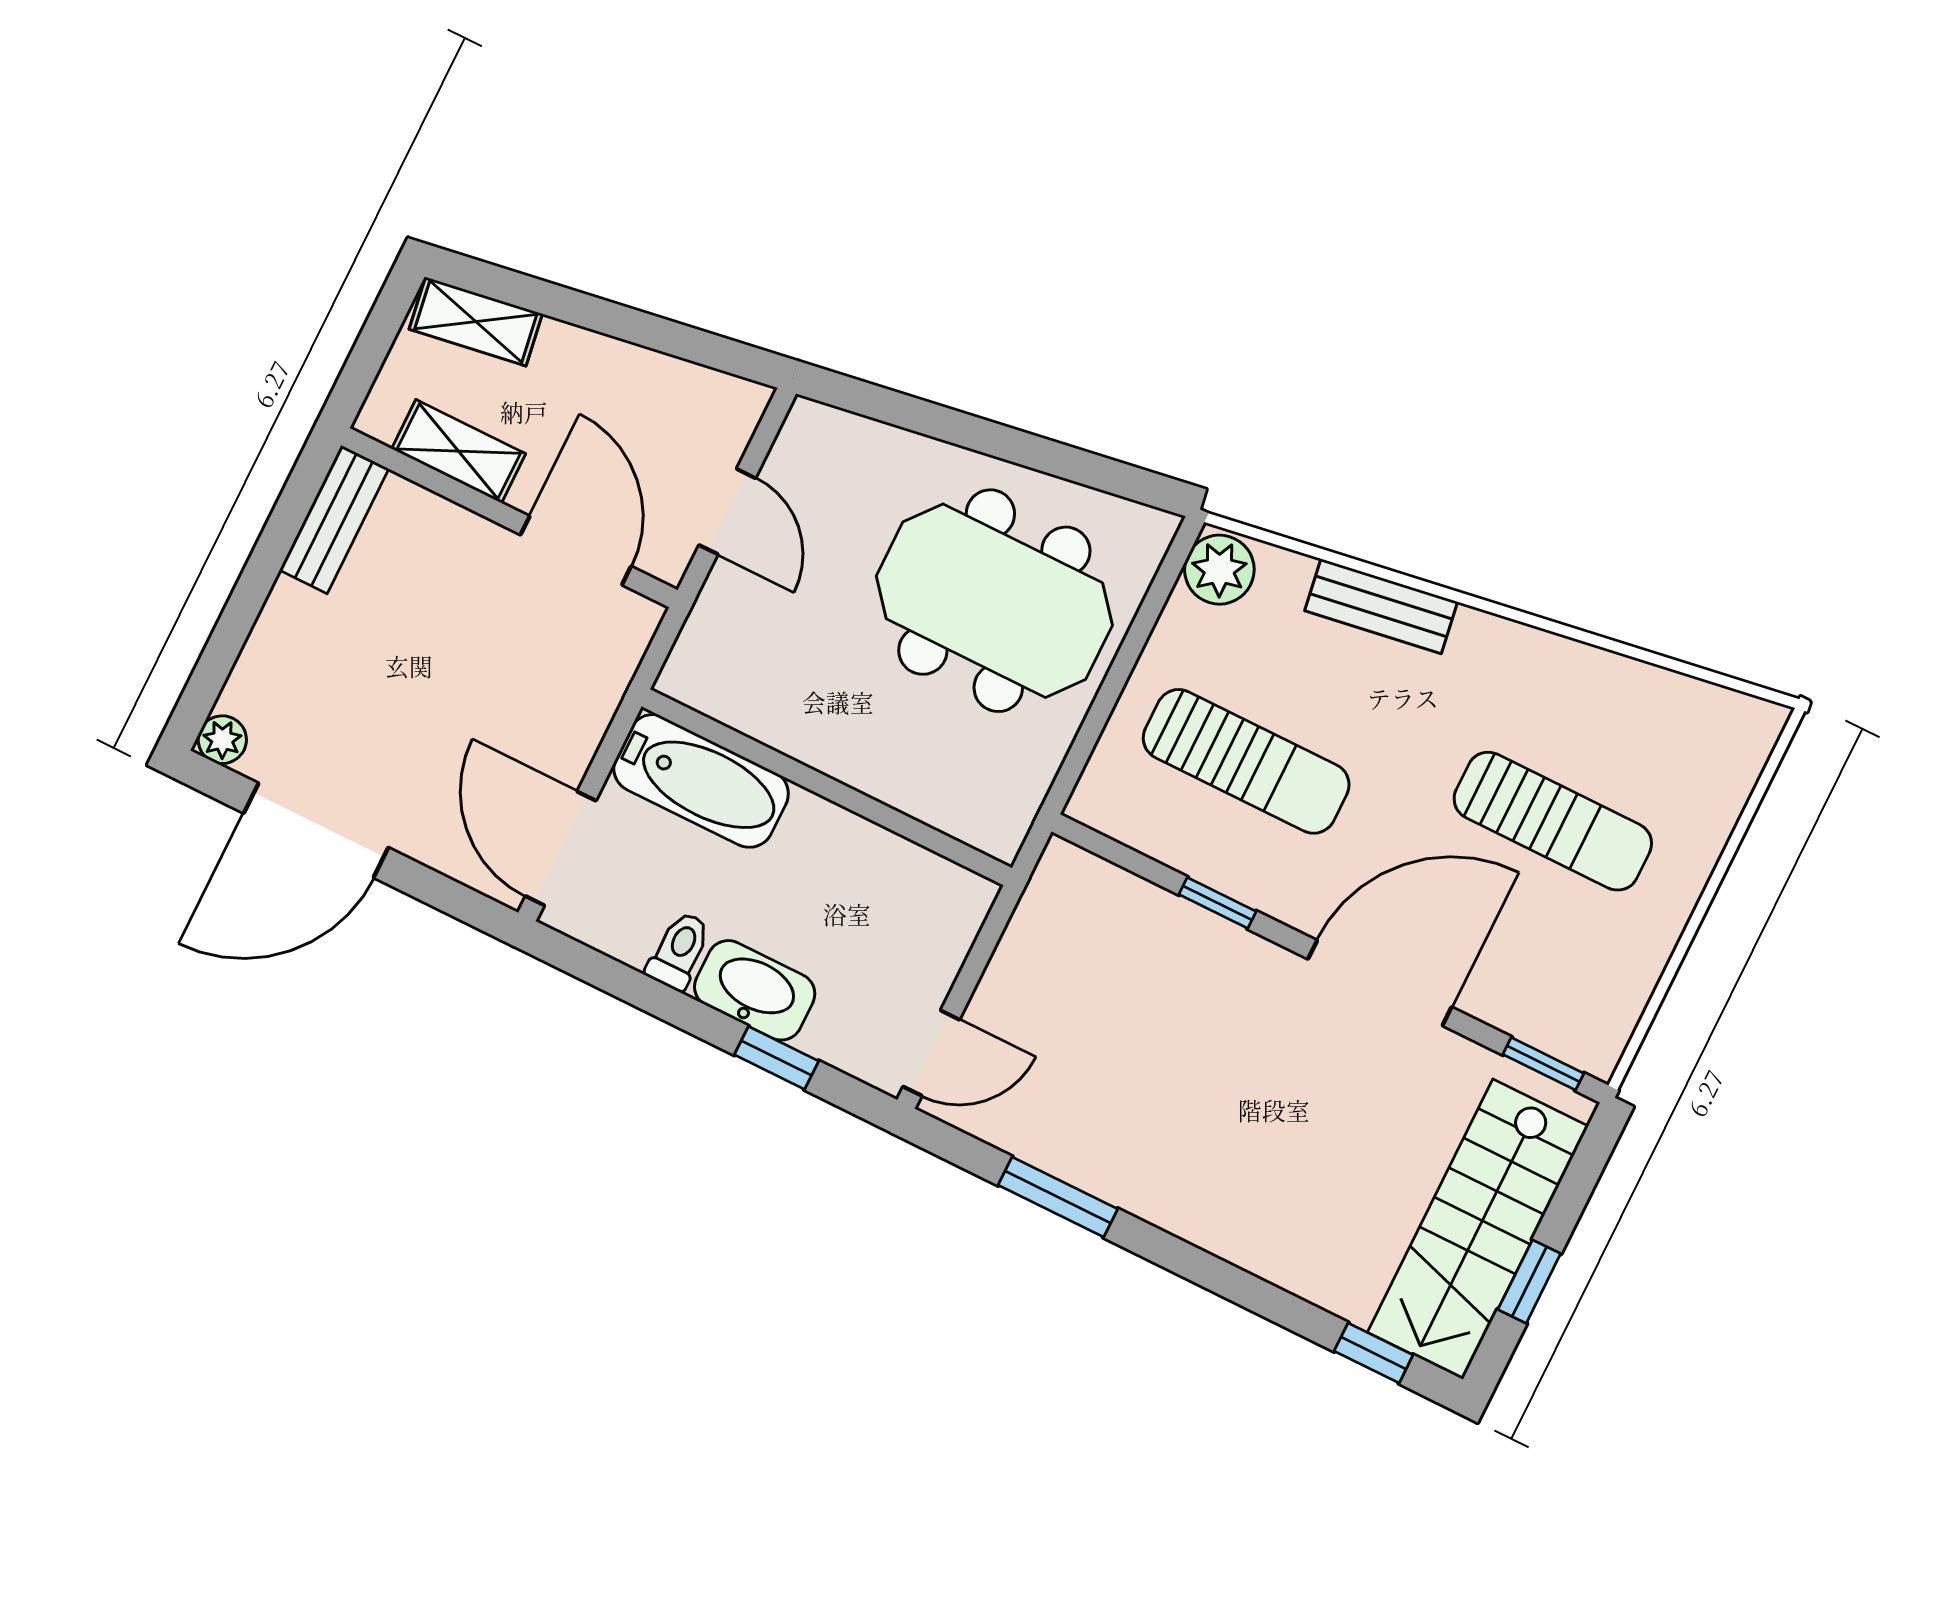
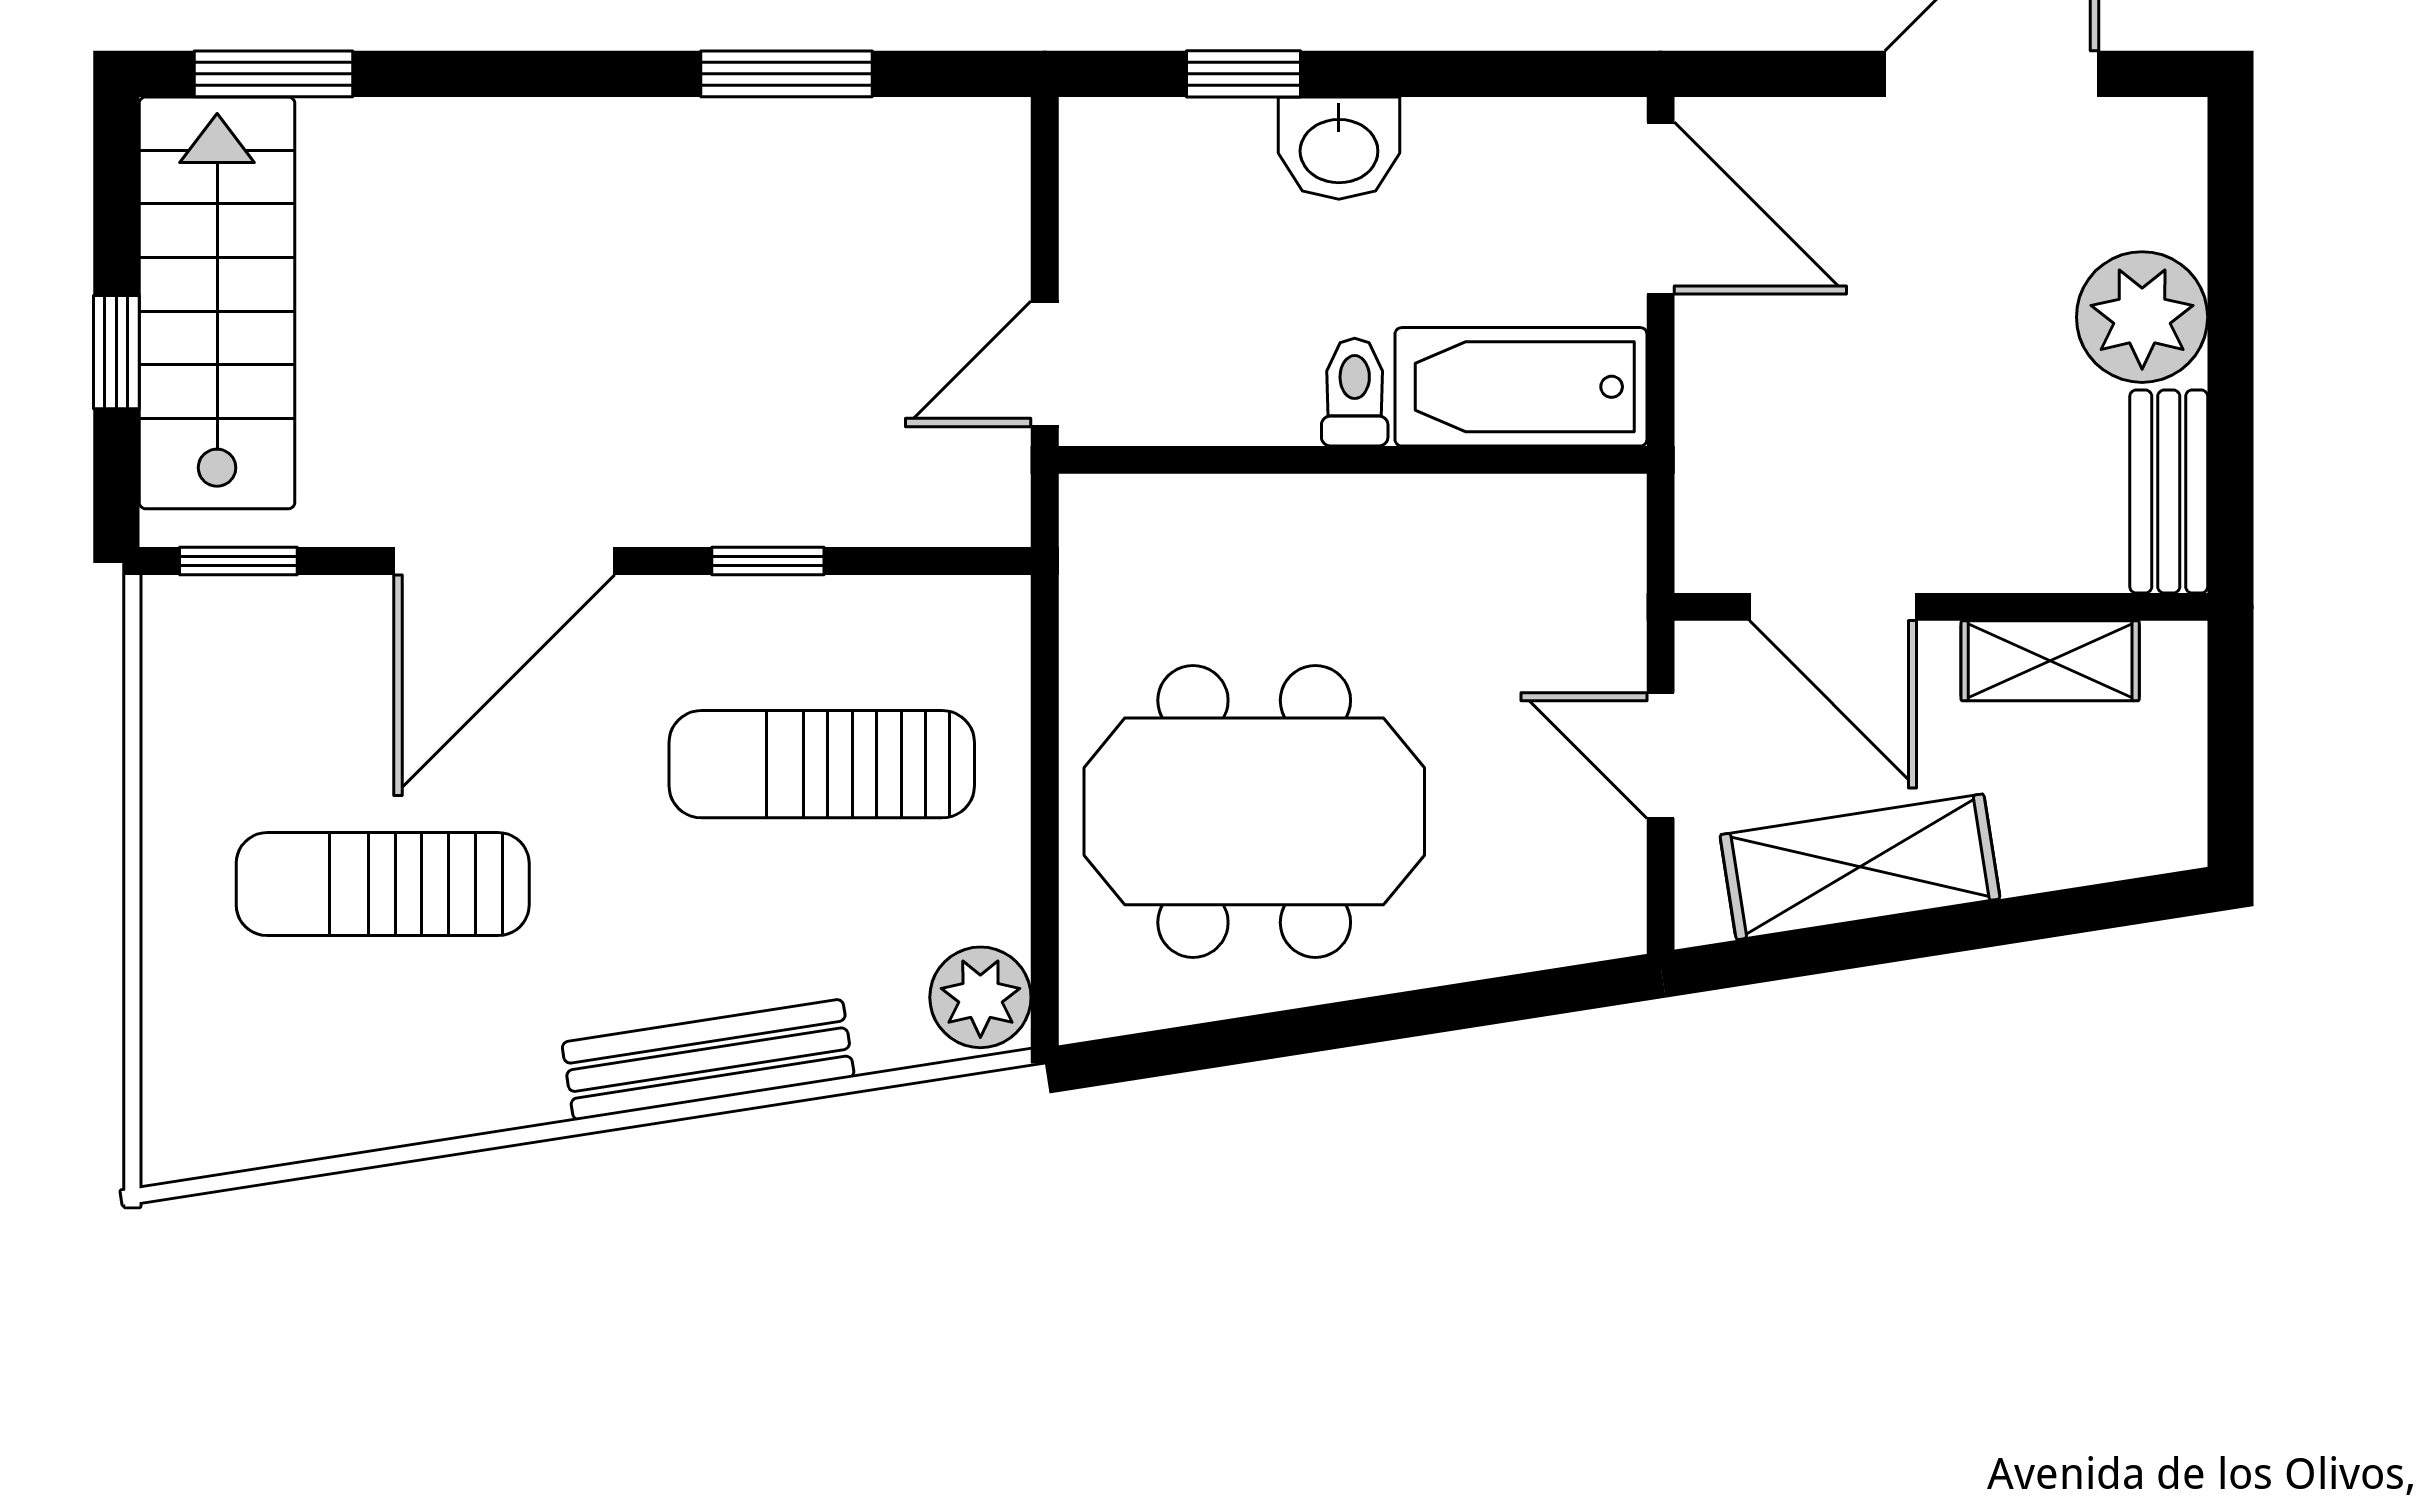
shelving: (476, 322) -> (1860, 867), moved, width x1.50, depth x1.33
bench: (1381, 606) -> (708, 1060), width x1.36
plant: (222, 740) -> (2142, 317), moved, width x1.88, depth x1.88
toilet: (679, 951) -> (1355, 392), moved, turned 180
washbasin: (755, 990) -> (1339, 148), width x0.72
door: (931, 1053) -> (1045, 364), moved
window: (1529, 1282) -> (116, 352), moved
window: (1374, 1353) -> (274, 74), width x1.50

